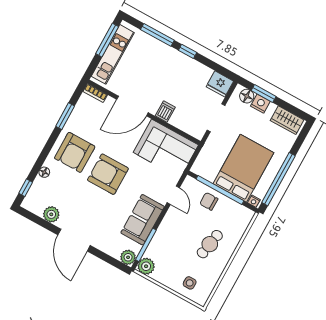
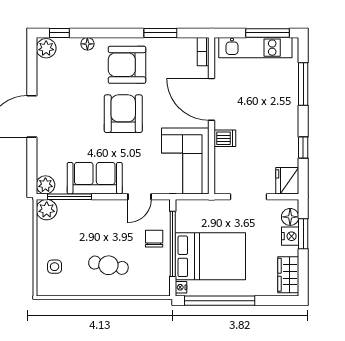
window: (188, 51) -> (303, 147), moved
plant: (51, 214) -> (46, 48), moved

